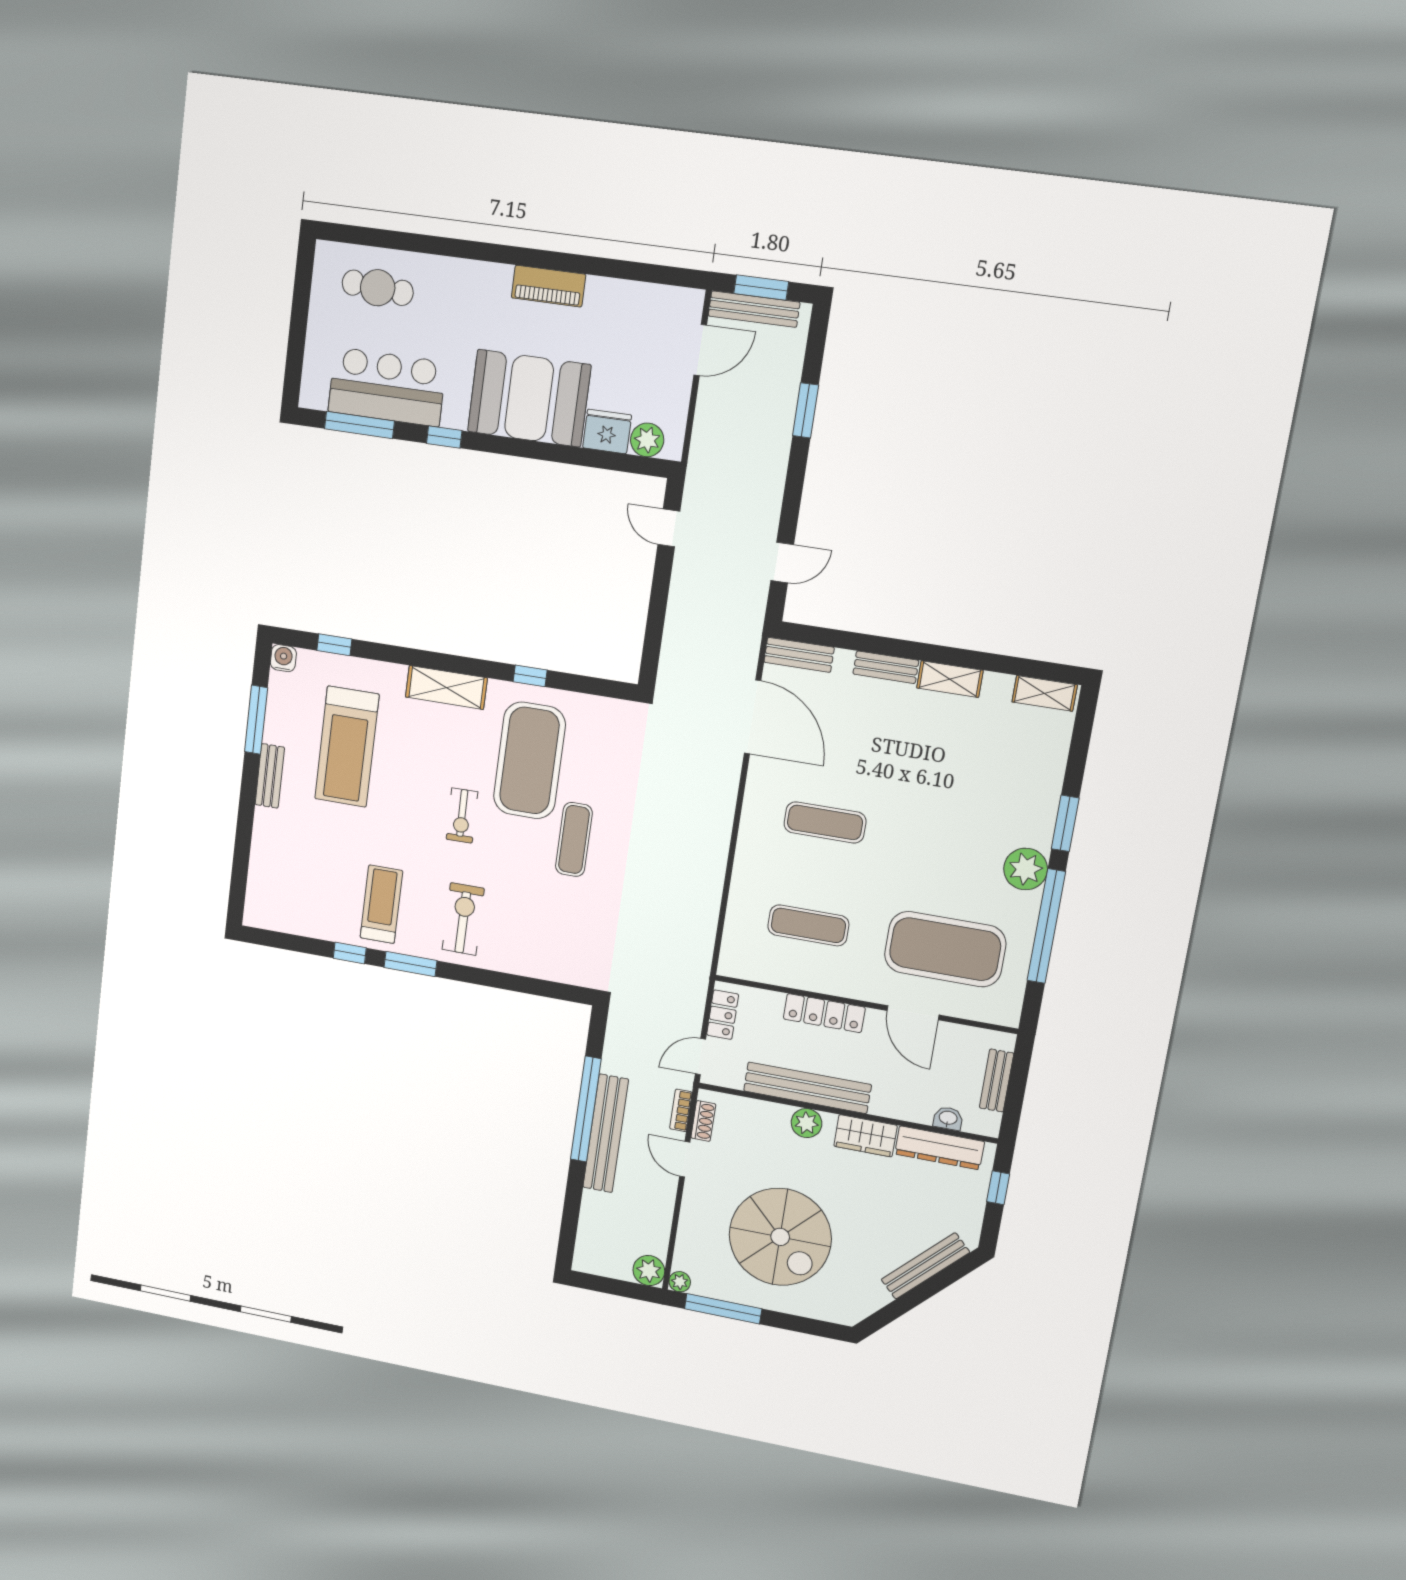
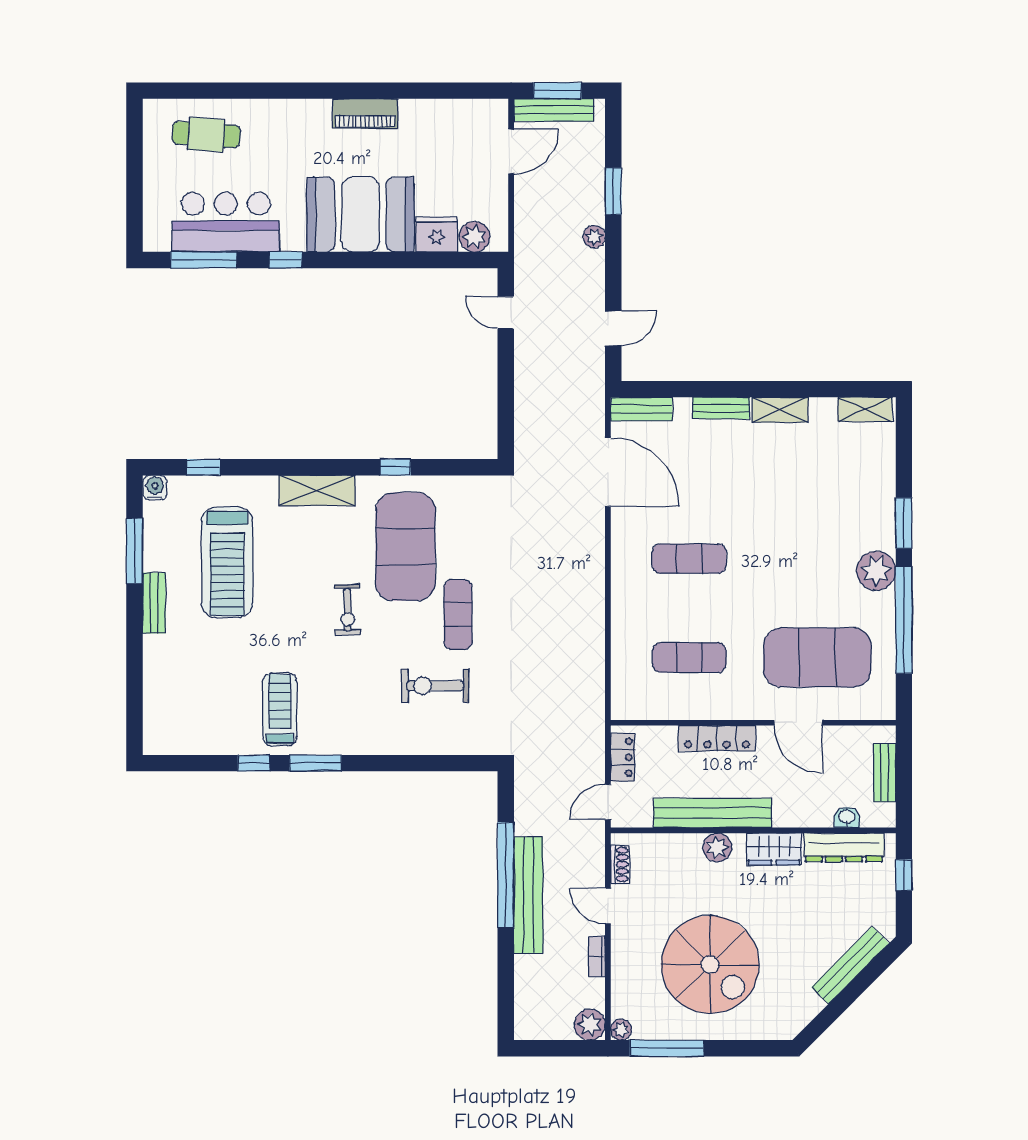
plant: (777, 458) -> (594, 237), added
exercise bike: (463, 919) -> (435, 686), moved, turned -90
bookcase: (681, 1110) -> (597, 956), moved

